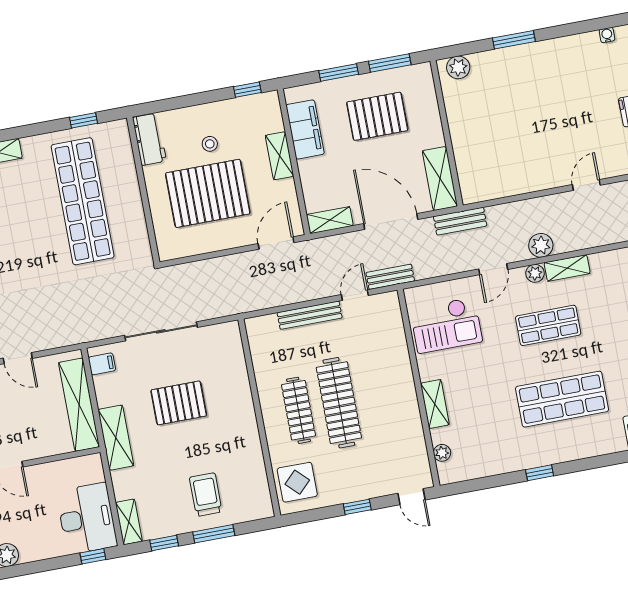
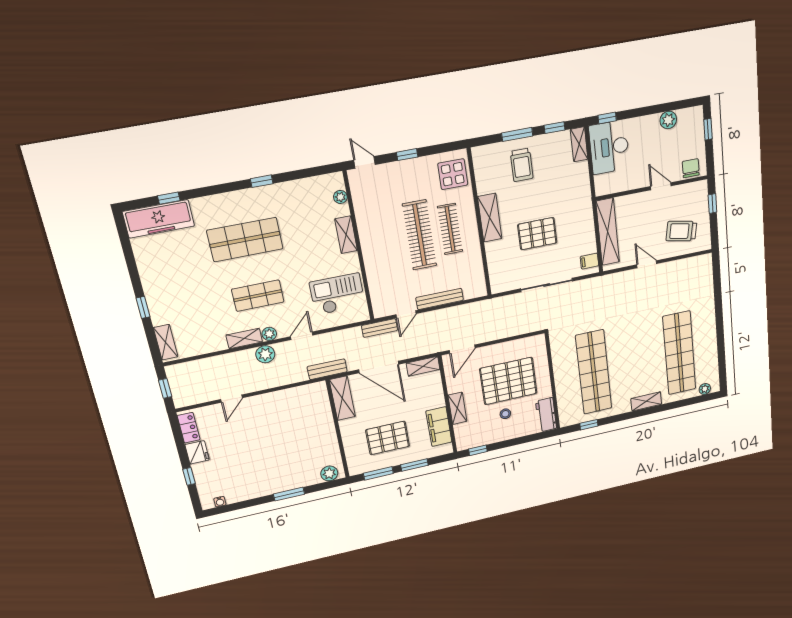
shelving: (116, 438) -> (490, 218), moved

